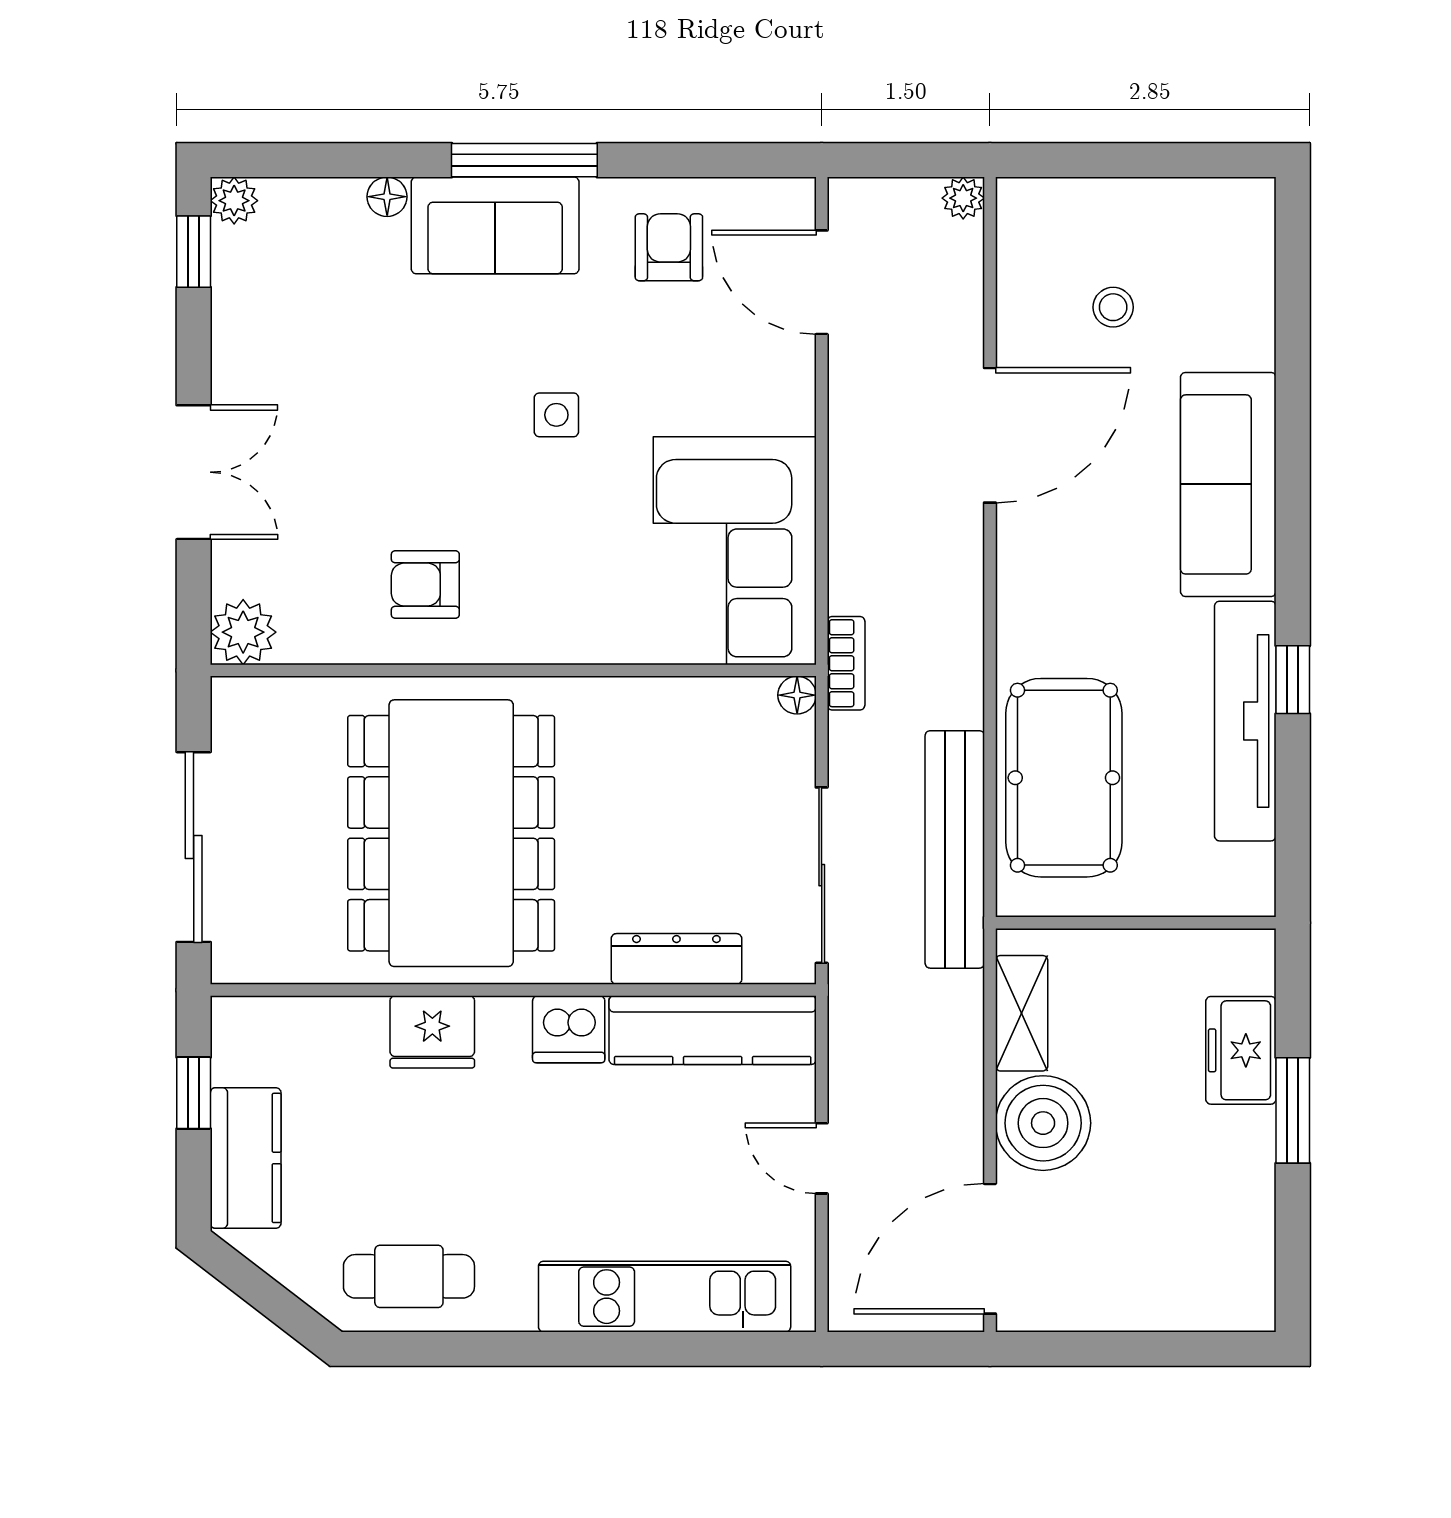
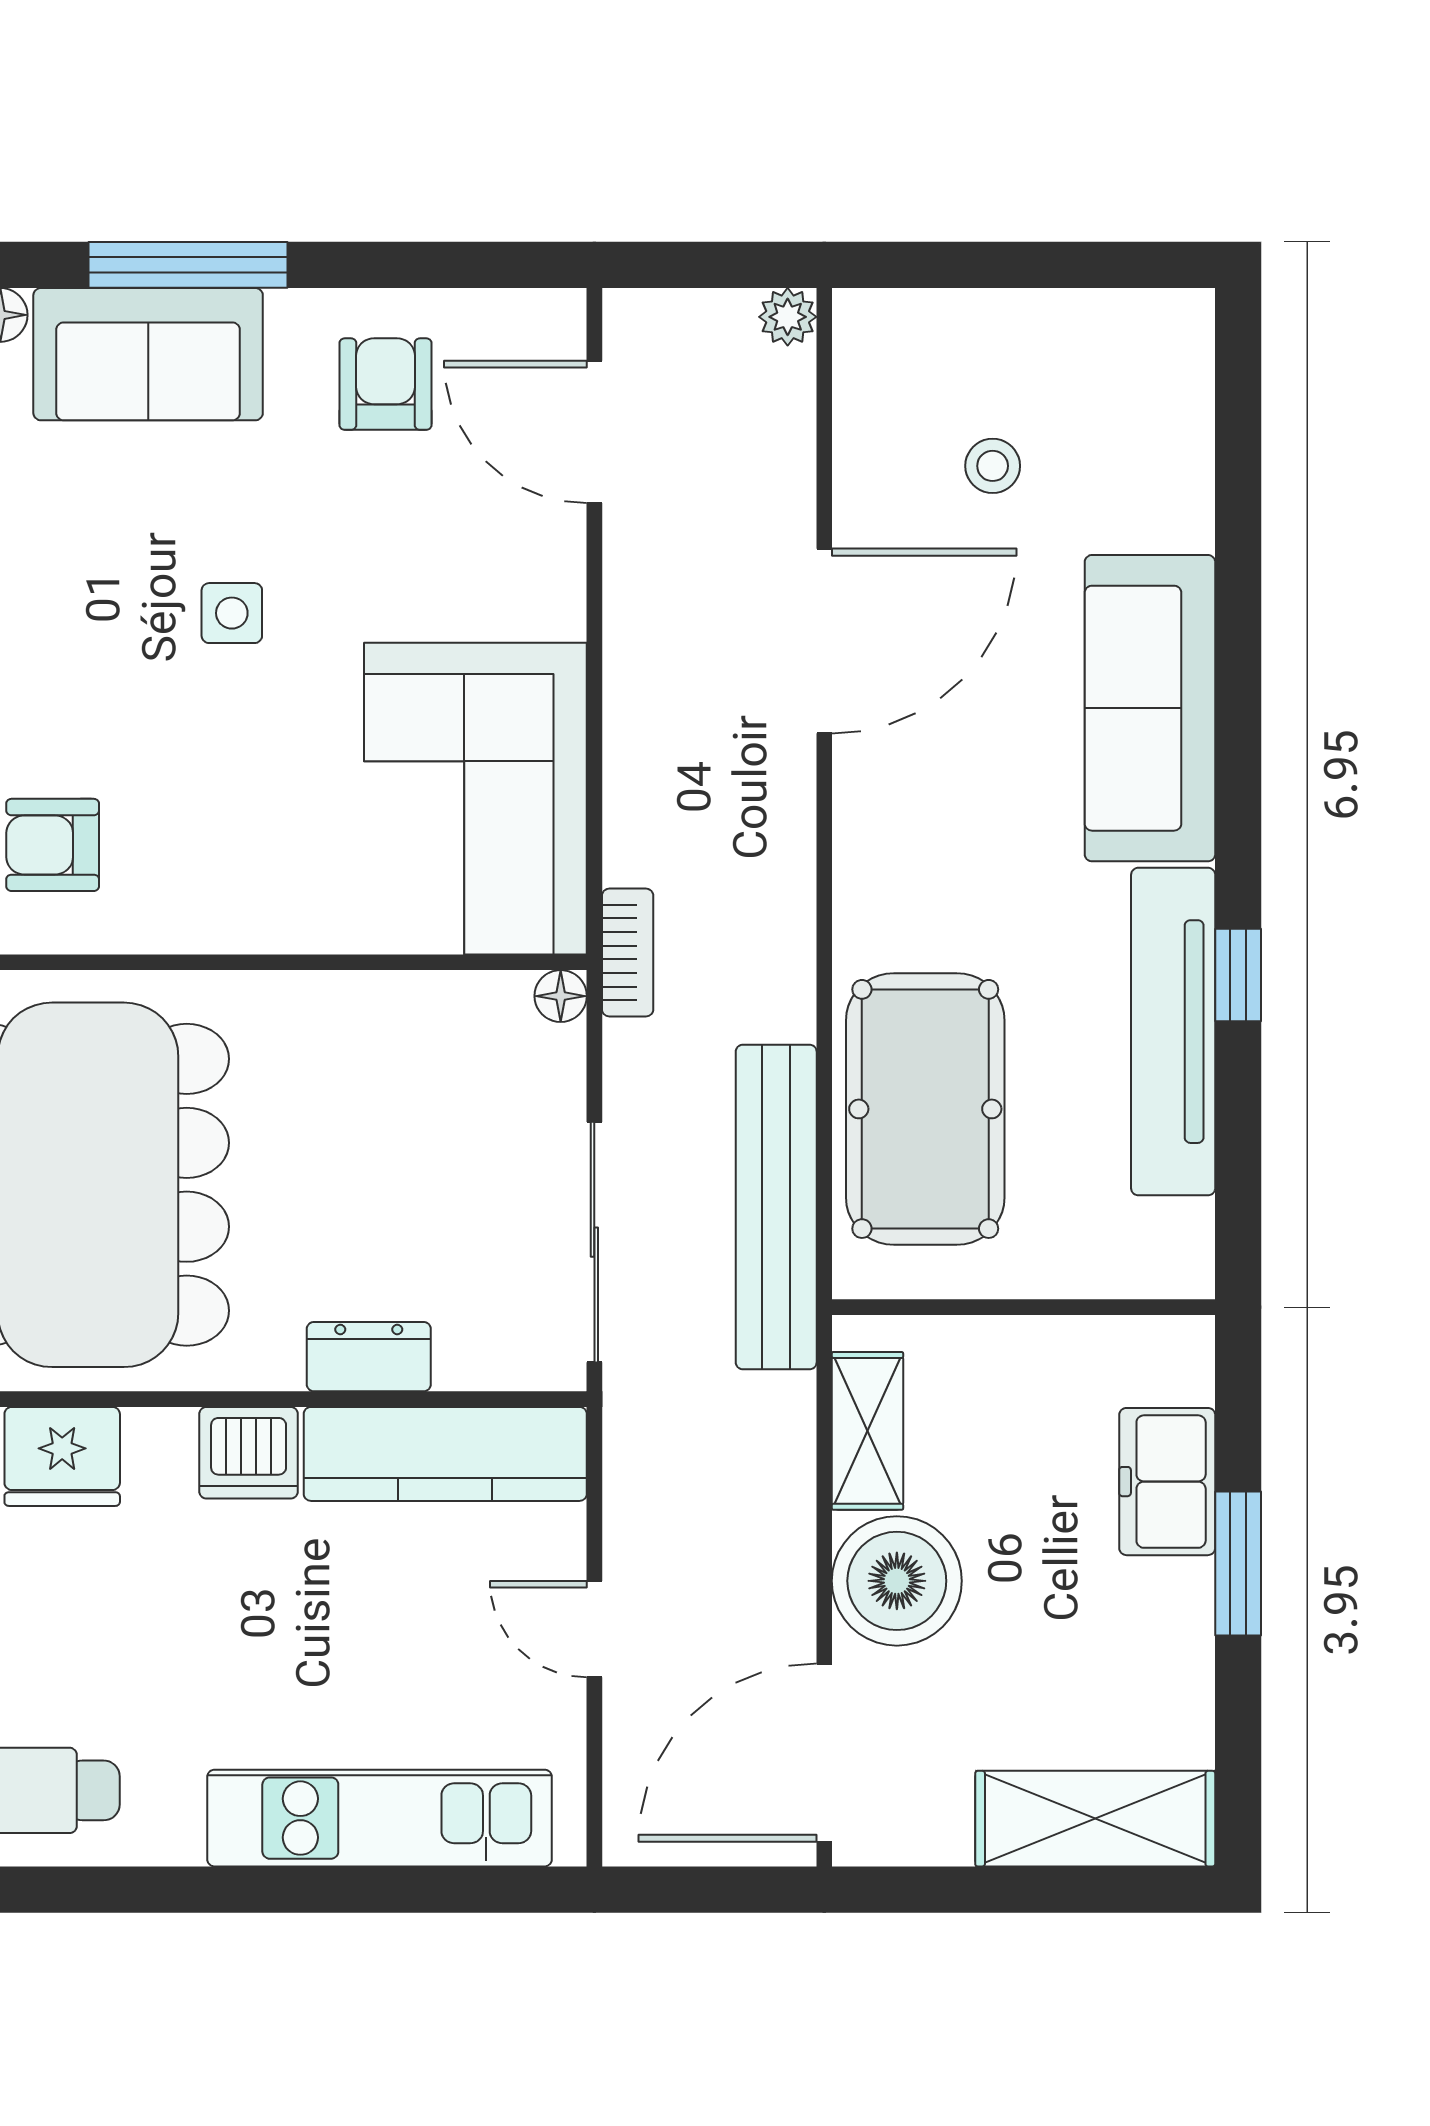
dresser: (676, 959) -> (369, 1357), width x0.70
shelving: (1188, 1297) -> (1095, 1819), added

